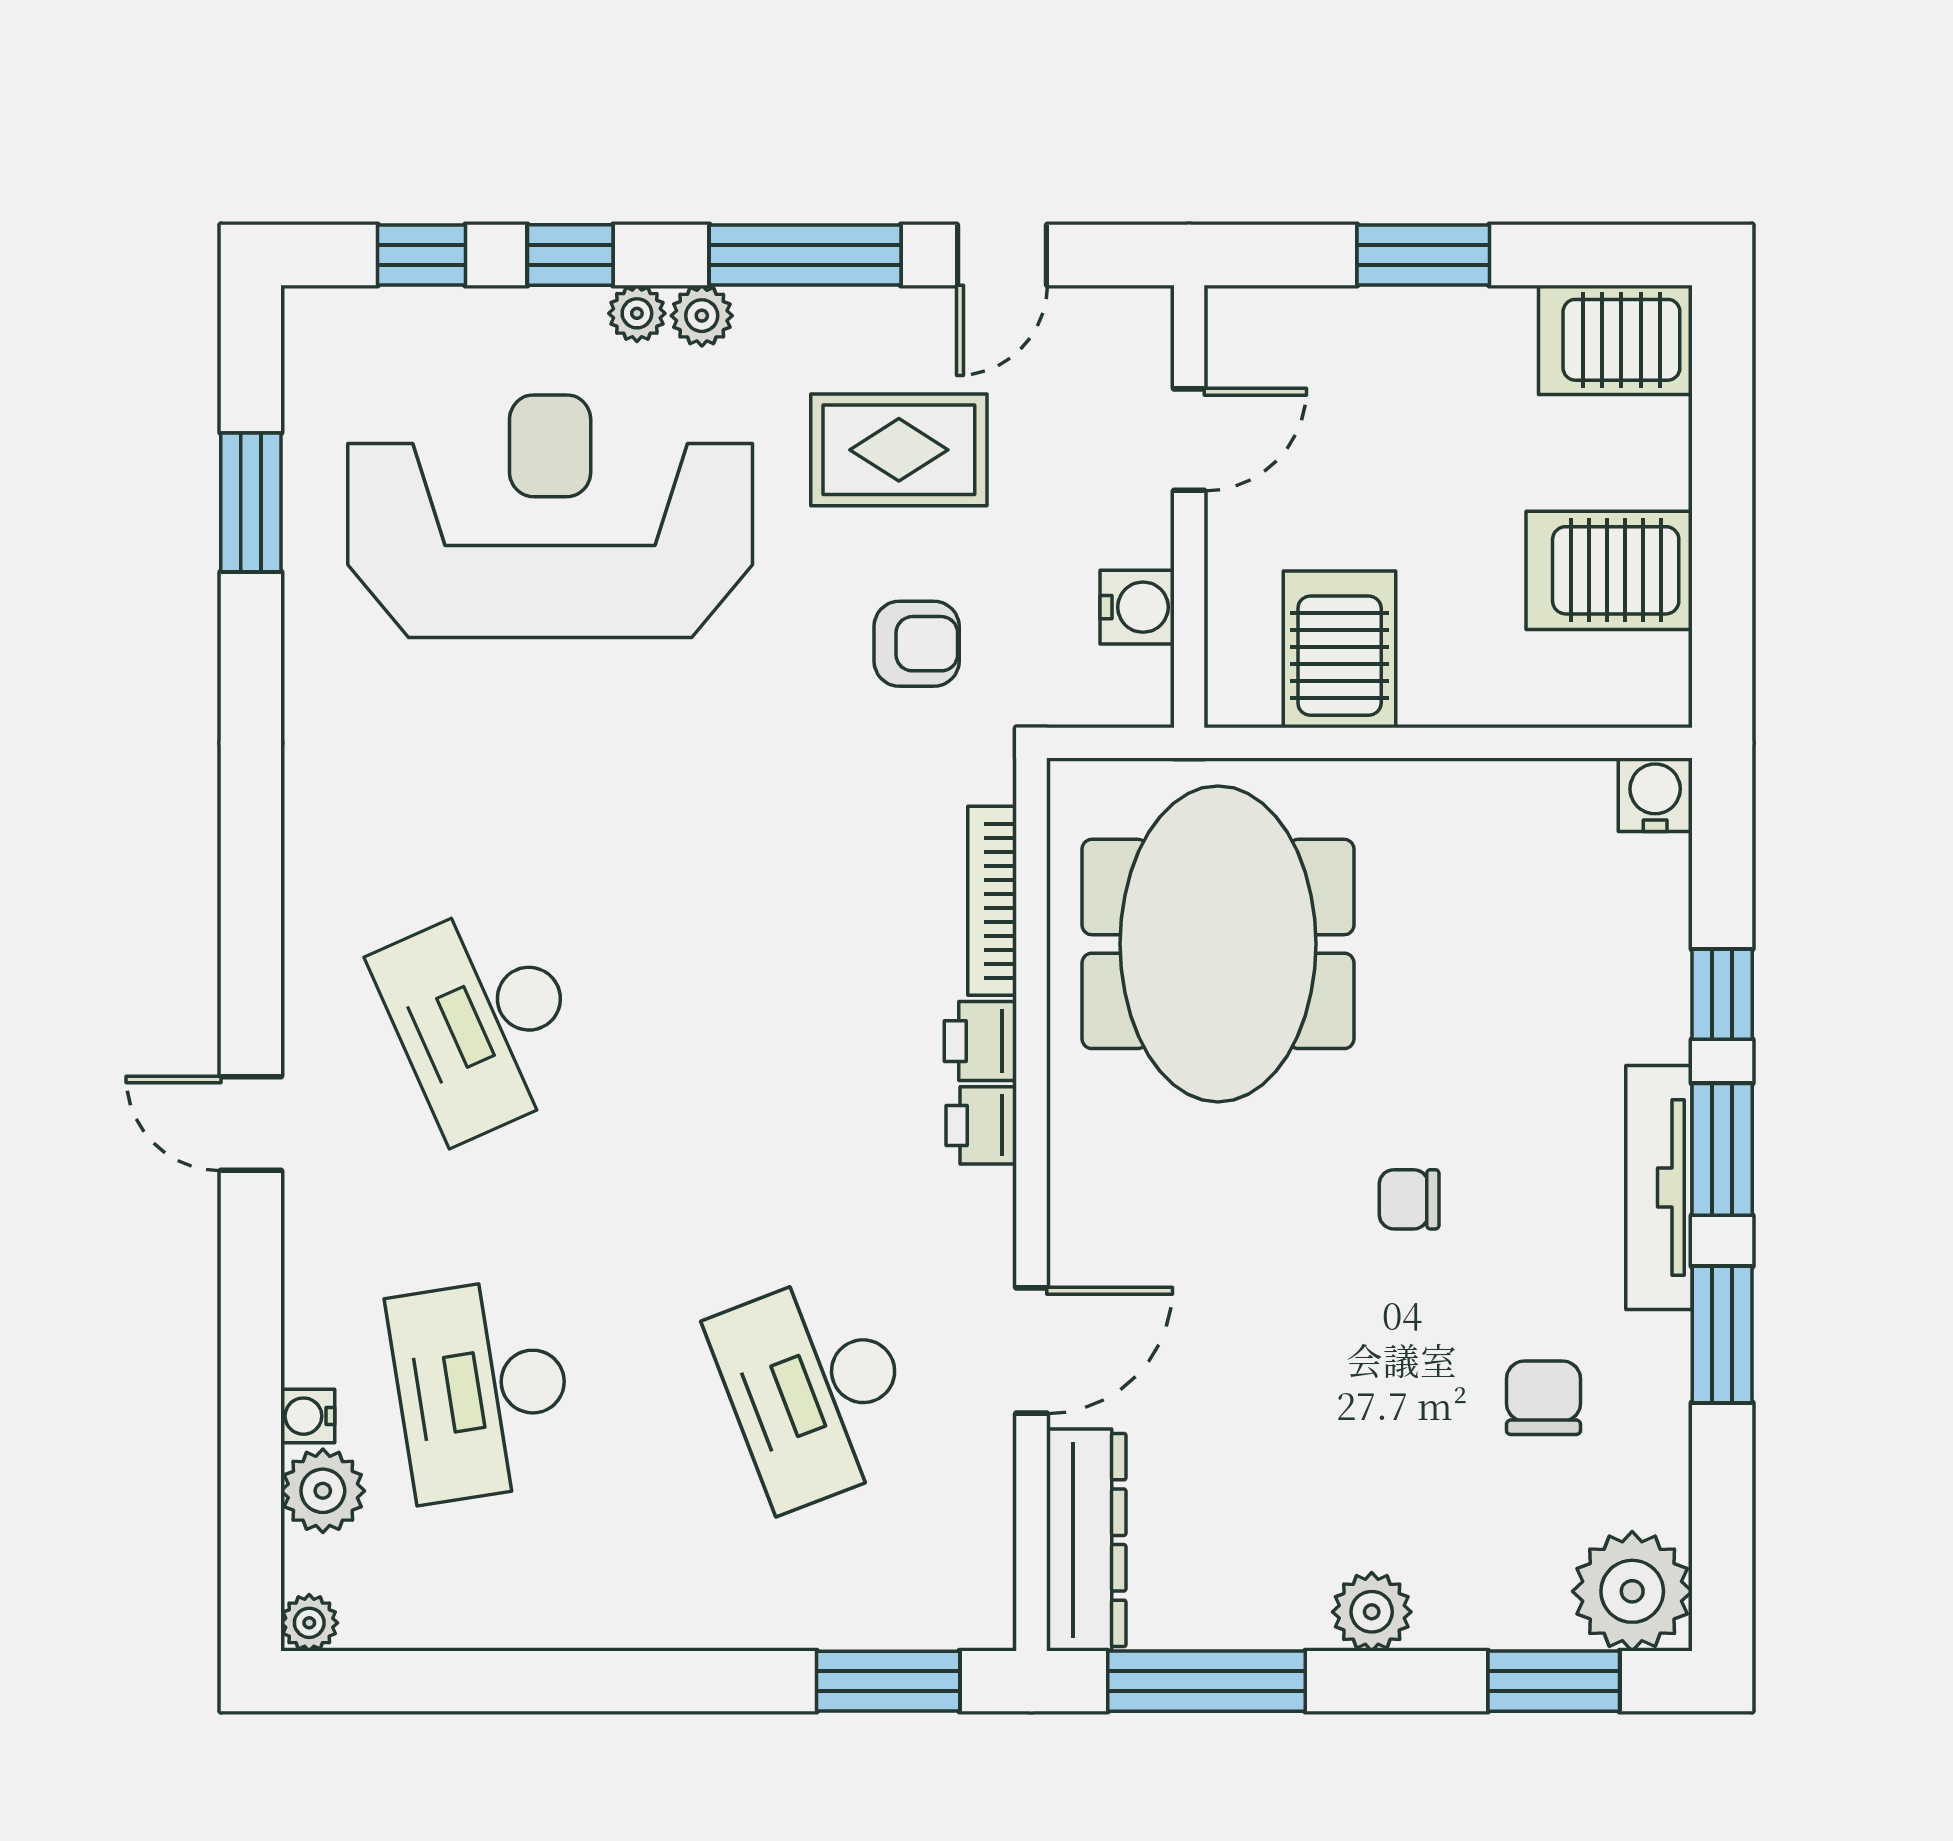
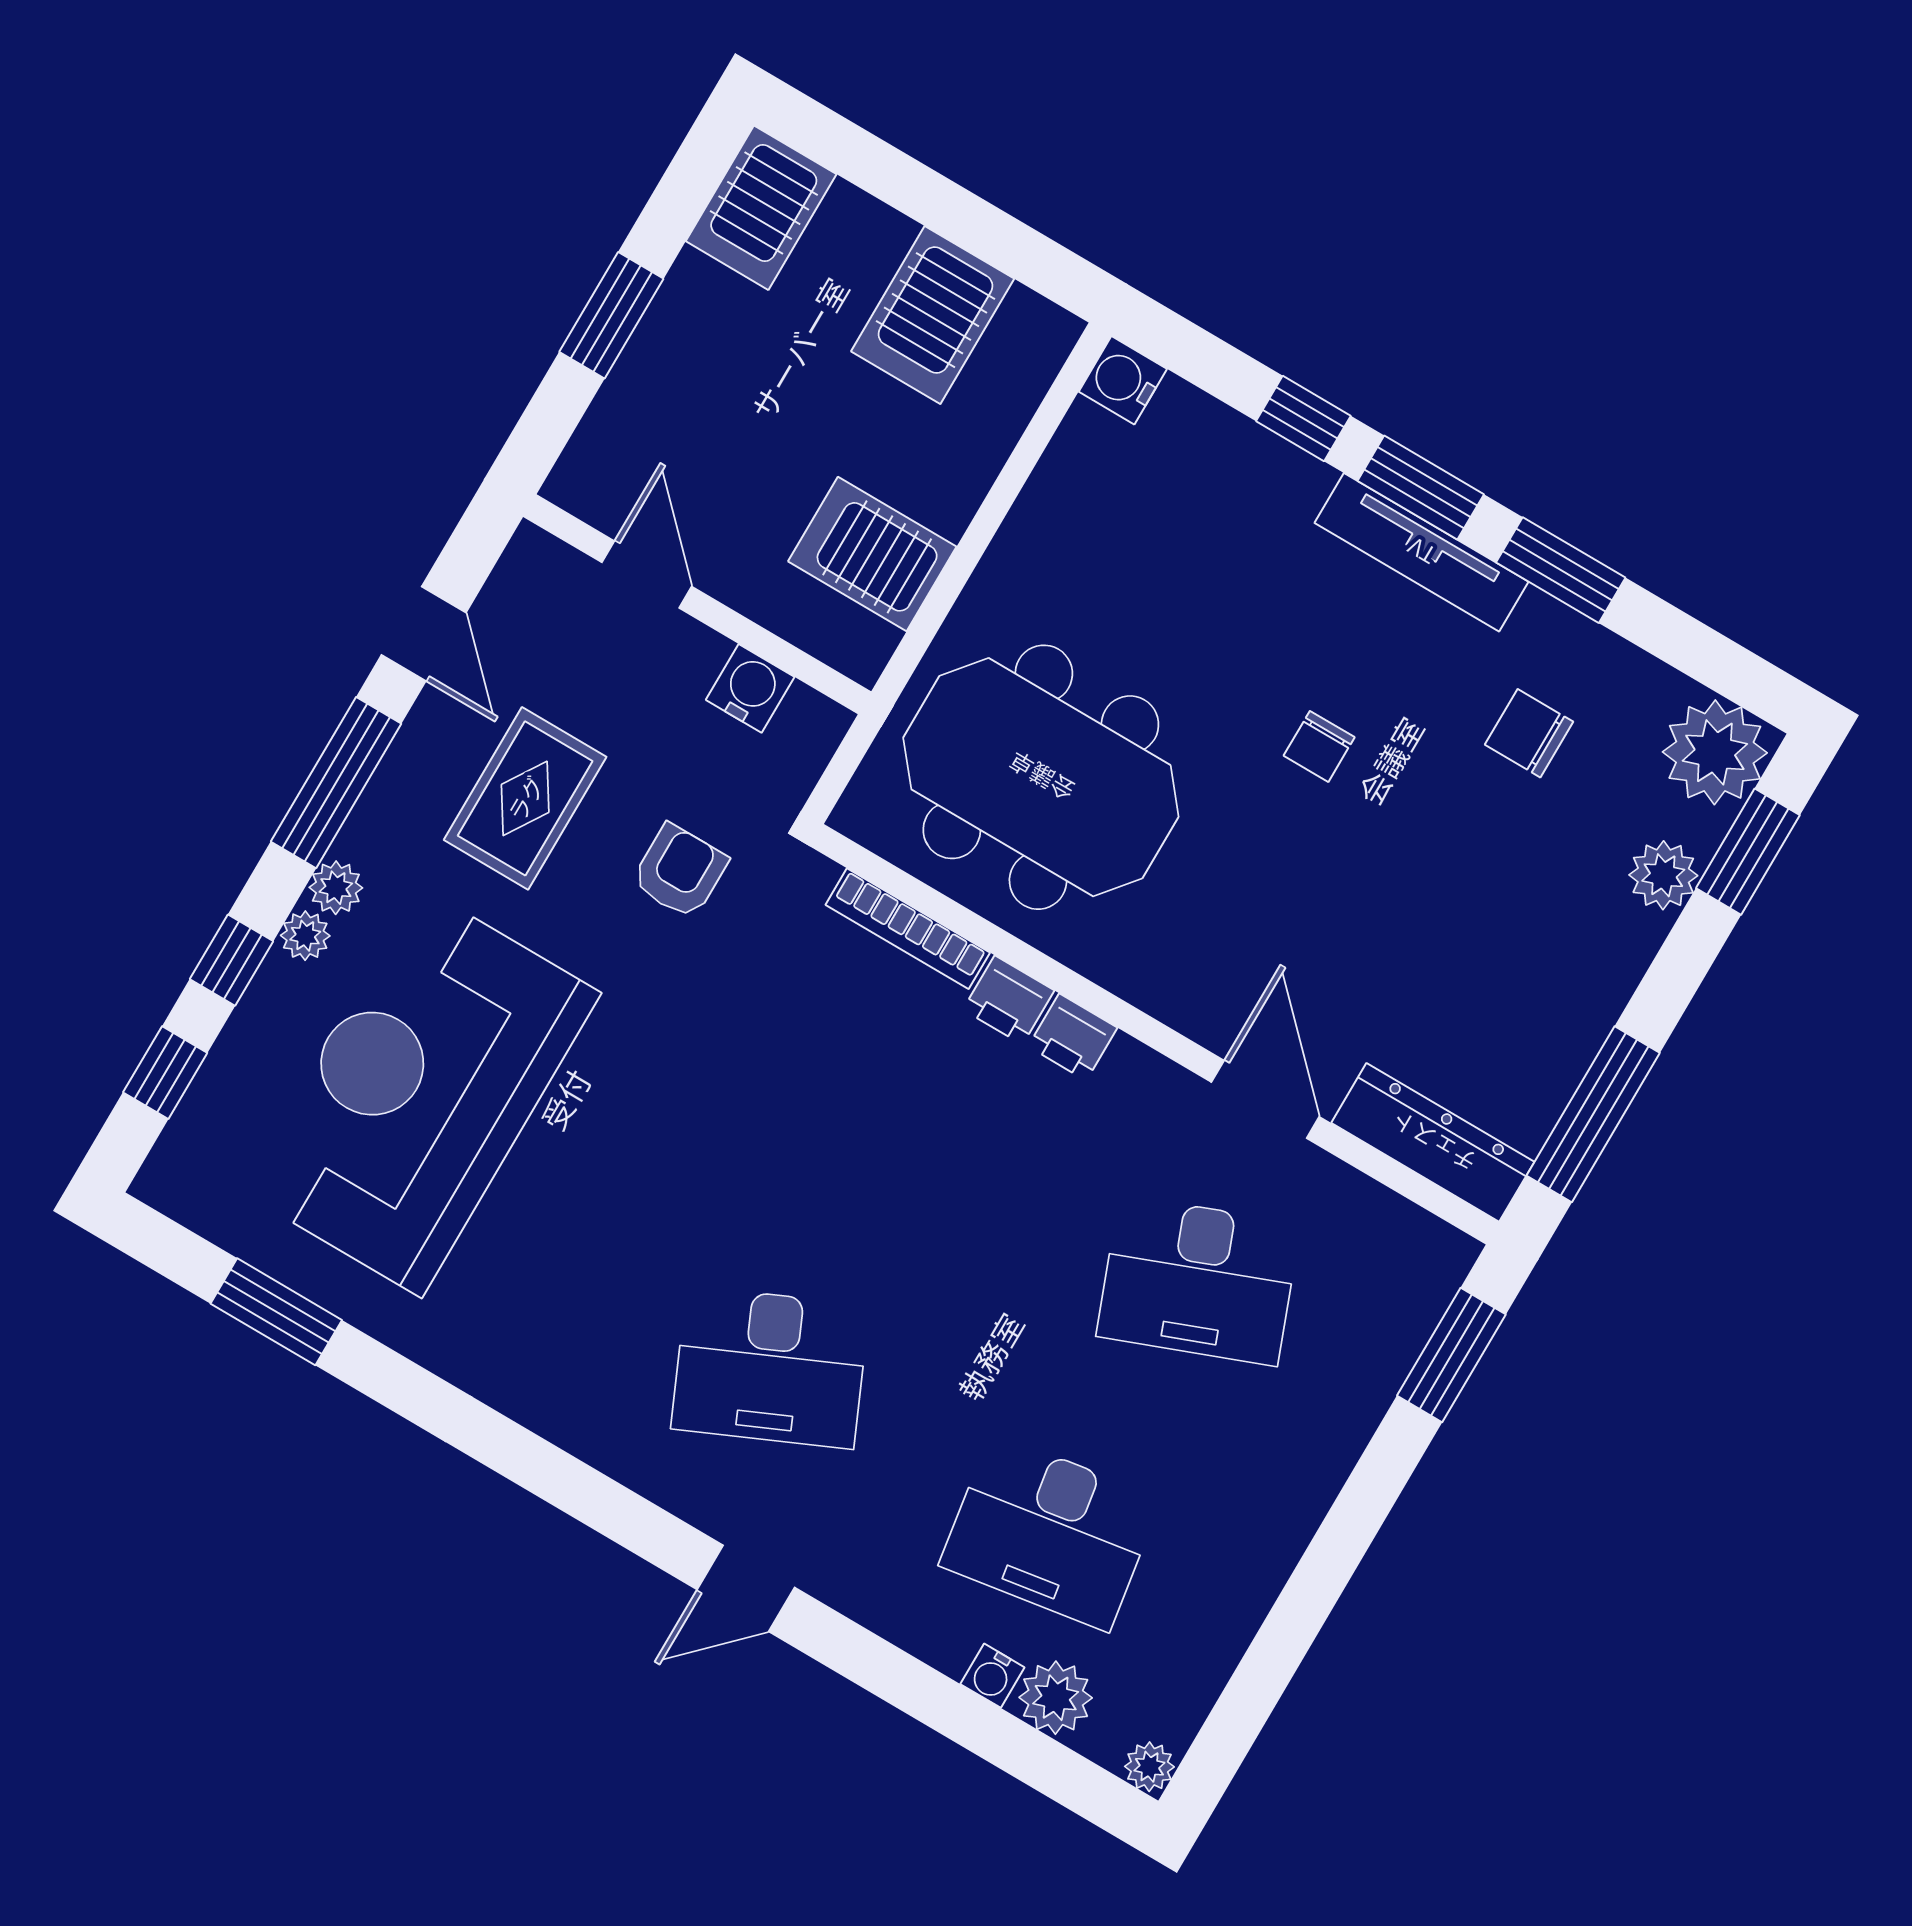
plant: (1372, 1612) -> (1663, 875), moved

